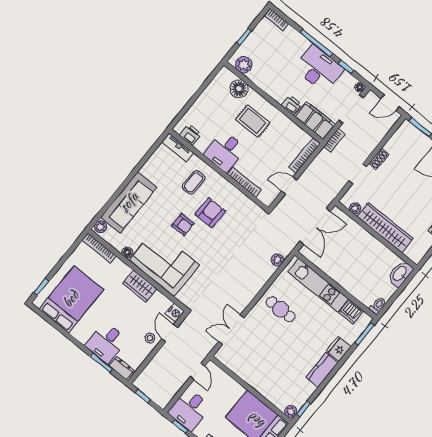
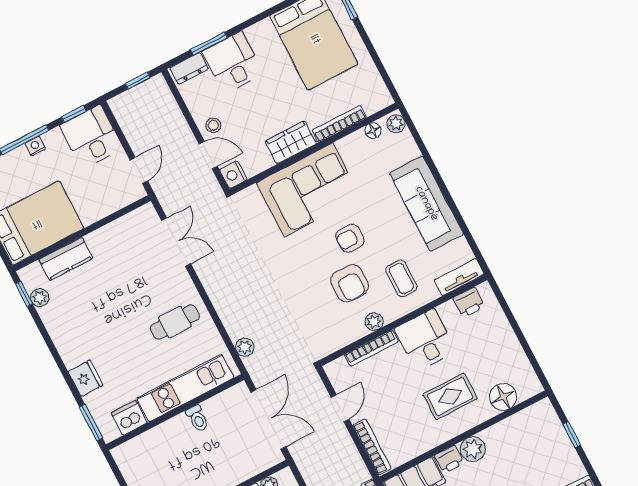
plant: (244, 65) -> (473, 449), moved
plant: (227, 188) -> (374, 322), added
sofa: (129, 202) -> (426, 204), moved
double door: (315, 226) -> (268, 419), swing flipped
bookcase: (99, 248) -> (339, 124), moved
floor lamp: (127, 252) -> (373, 131), moved
toilet: (378, 306) -> (197, 418), moved
kitchen counter: (322, 370) -> (66, 259), moved, turned 90
door: (197, 372) -> (139, 171), swing flipped
plant: (291, 412) -> (40, 298), moved

